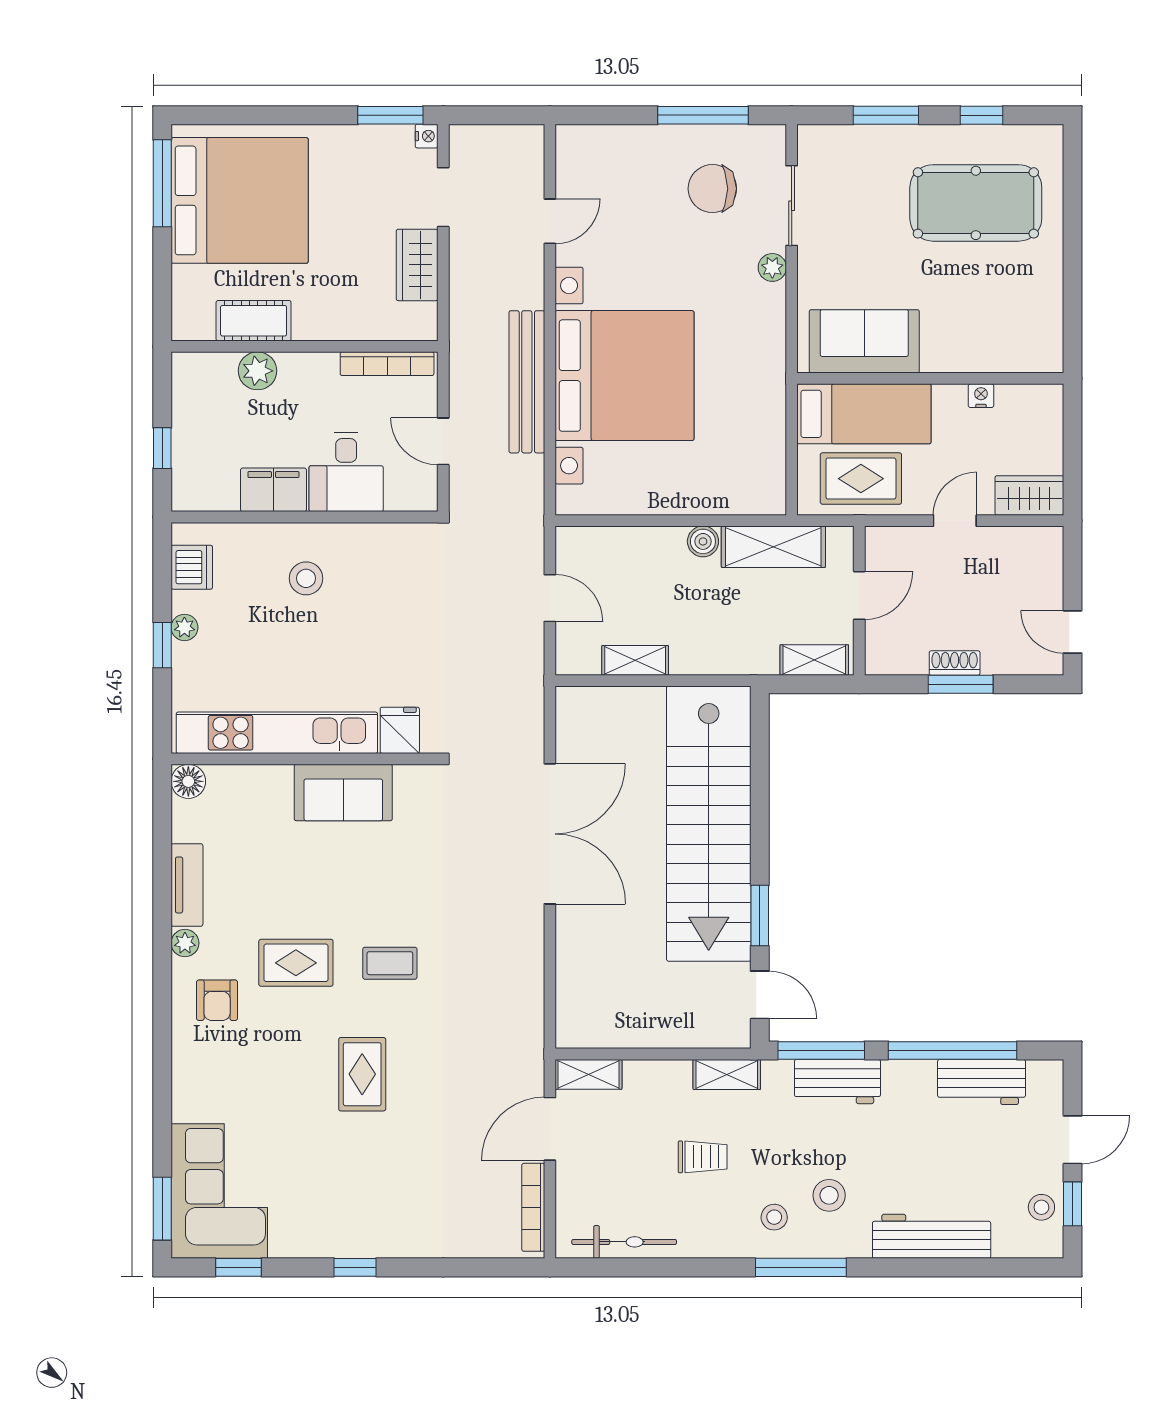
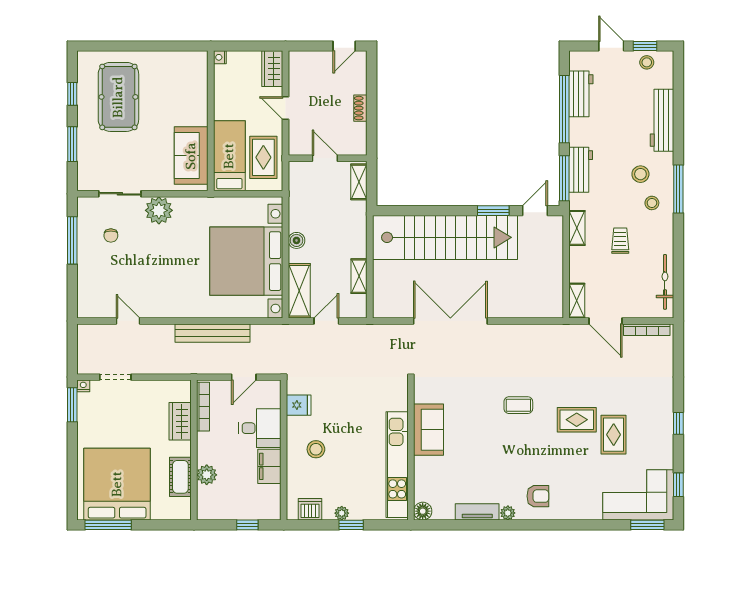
chair: (712, 189) -> (111, 236), width x0.54, depth x0.54
wardrobe: (417, 265) -> (180, 421), moved, turned 90
plant: (772, 267) -> (159, 210), width x1.88, depth x1.88
bed with nightstands: (625, 376) -> (246, 261), moved, turned -90
nightstand: (981, 396) -> (220, 57), moved
shelving: (773, 547) -> (299, 291), moved
window: (961, 684) -> (372, 105), removed
fridge: (400, 730) -> (299, 405), moved, turned 180
rug: (296, 963) -> (614, 435), moved
coffee table: (390, 963) -> (518, 405), turned 90

